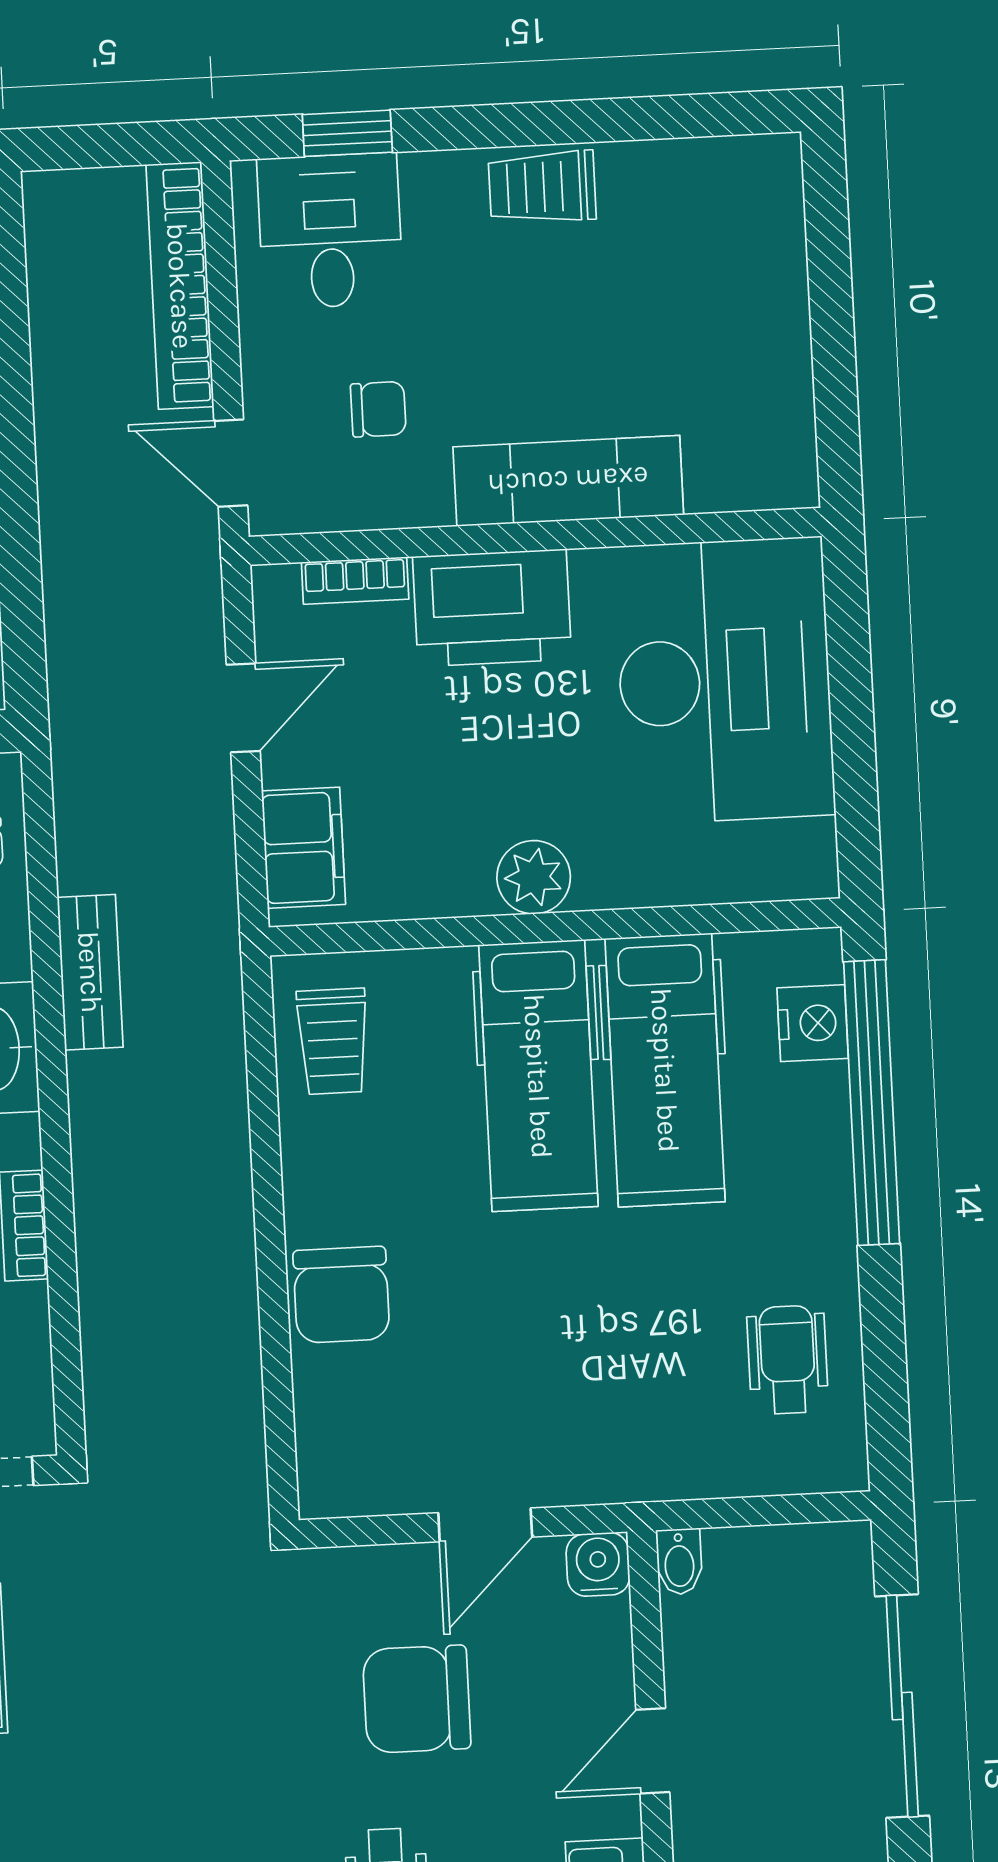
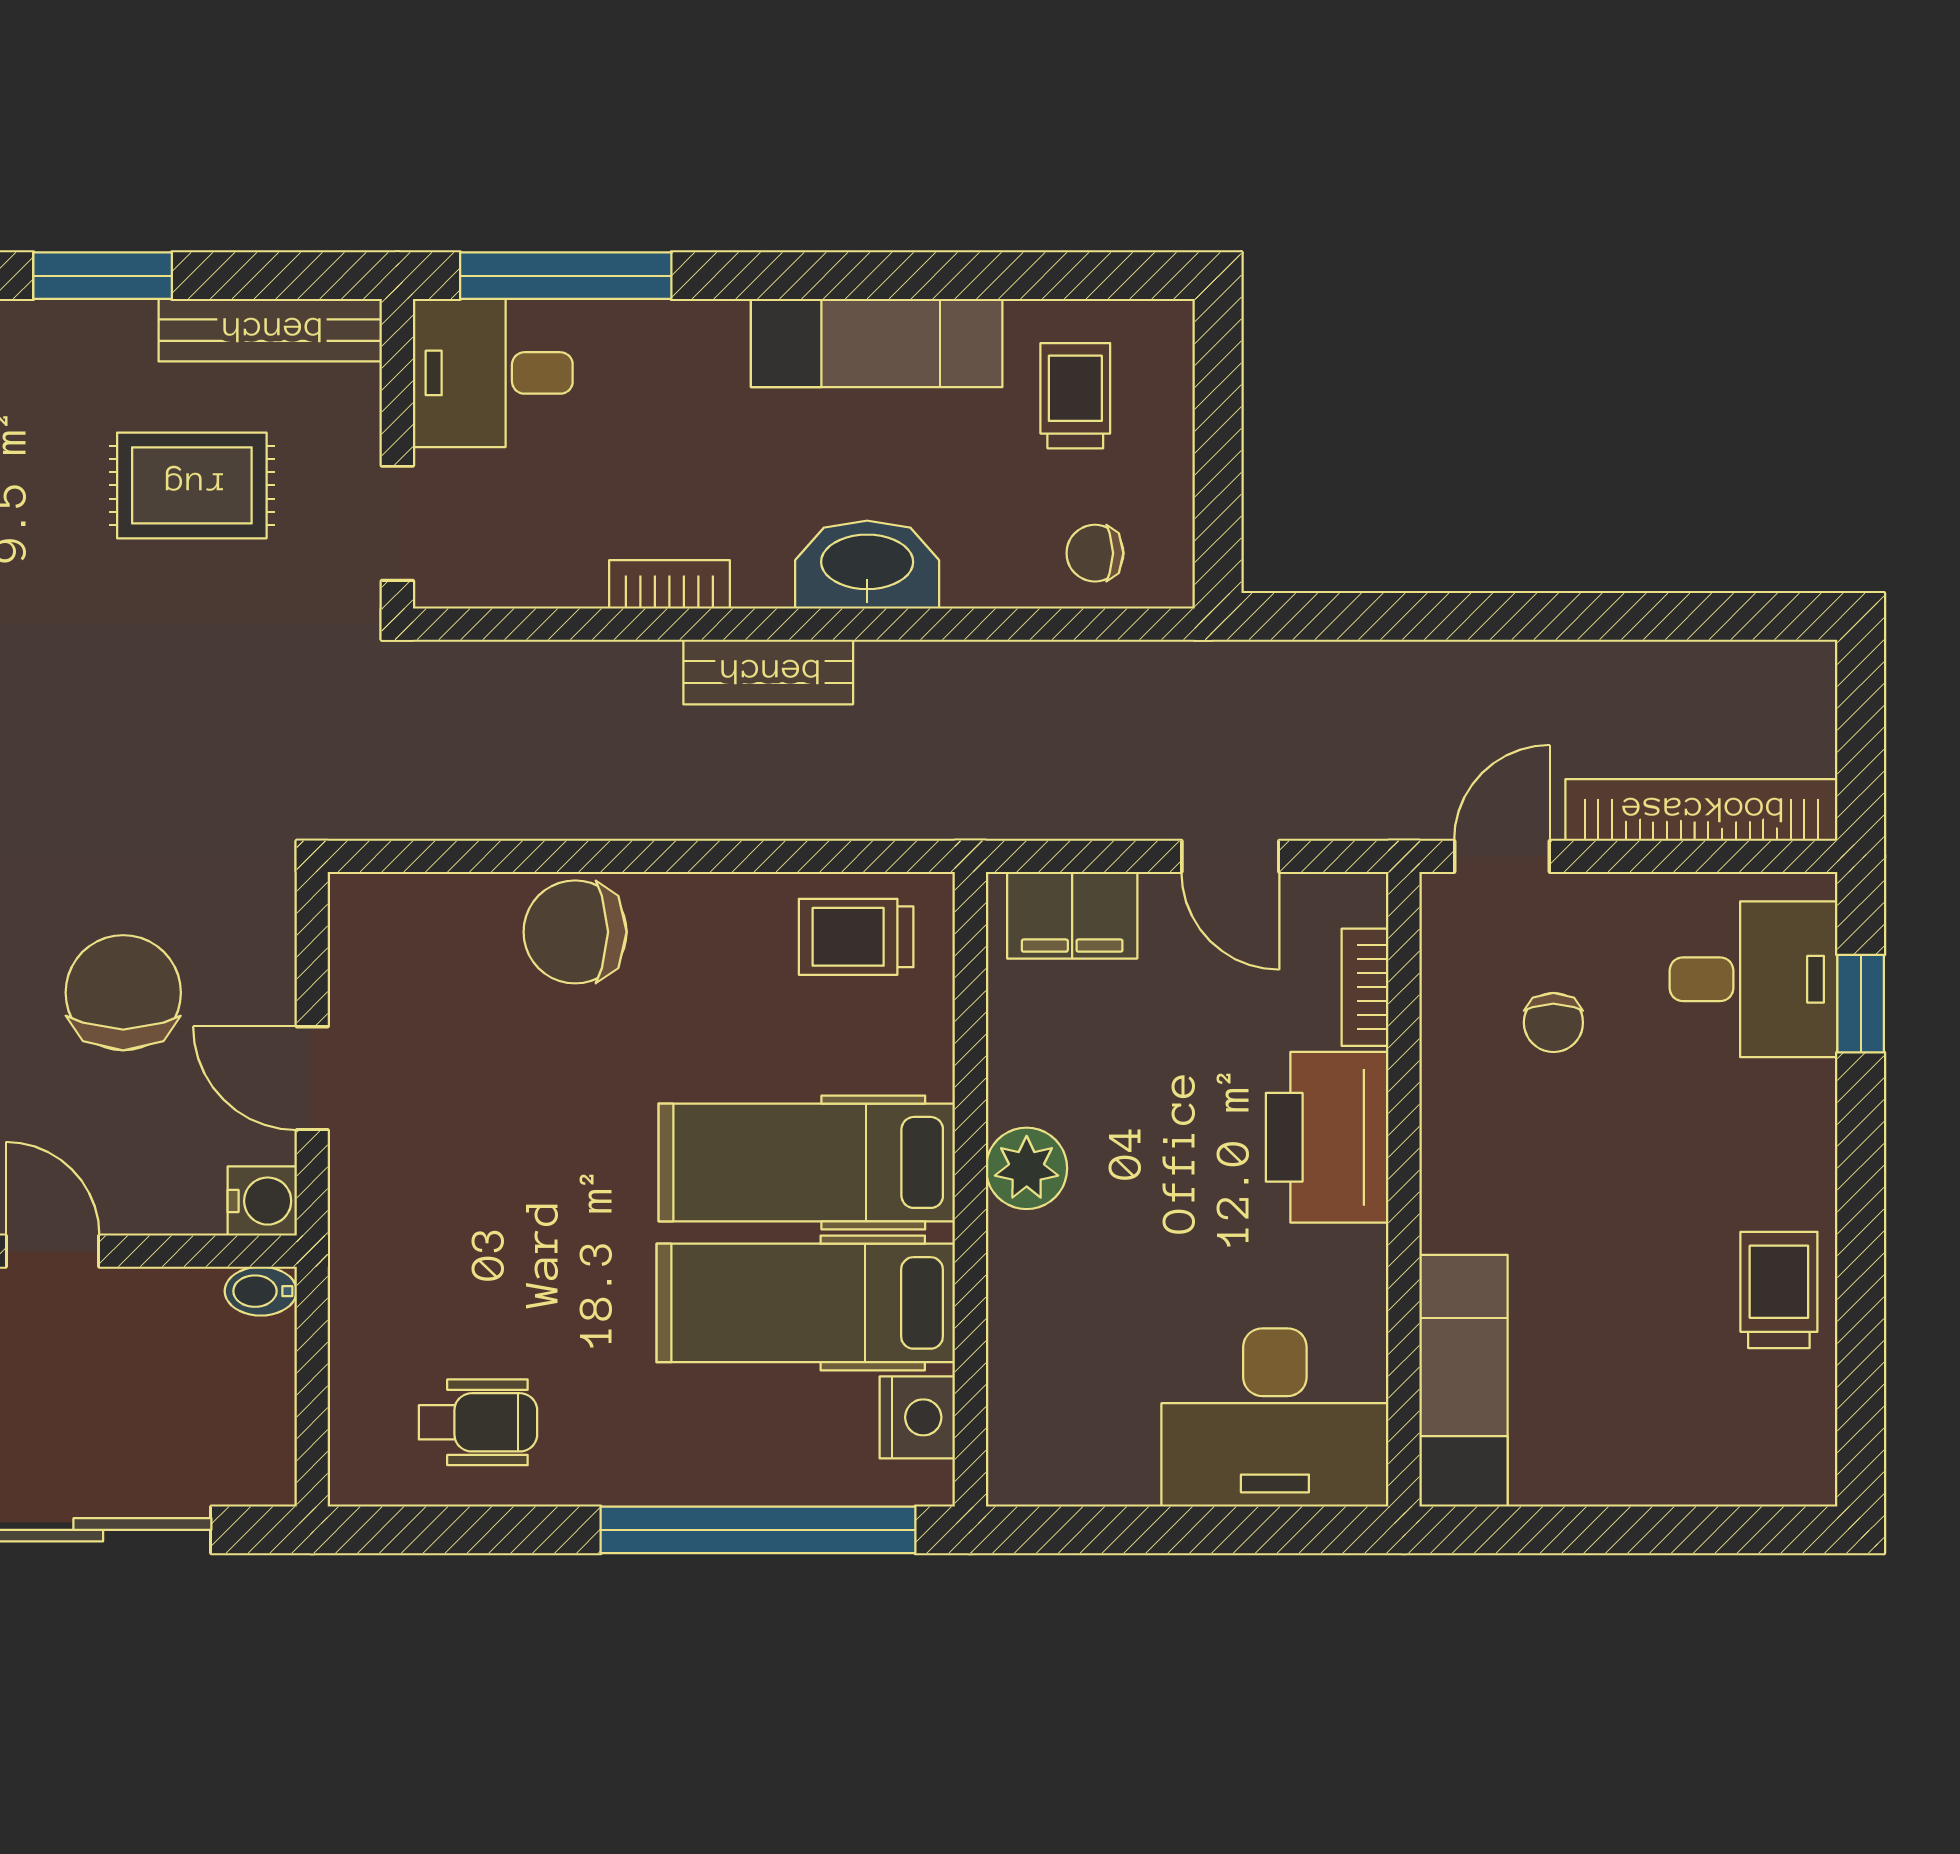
trolley: (542, 187) -> (1779, 1290), moved
exam couch: (568, 481) -> (1463, 1381), moved
desk: (725, 681) -> (1275, 1417), width x0.73, depth x0.77
bench: (90, 972) -> (768, 672), moved
nightstand: (813, 1023) -> (917, 1417), moved, turned -90

